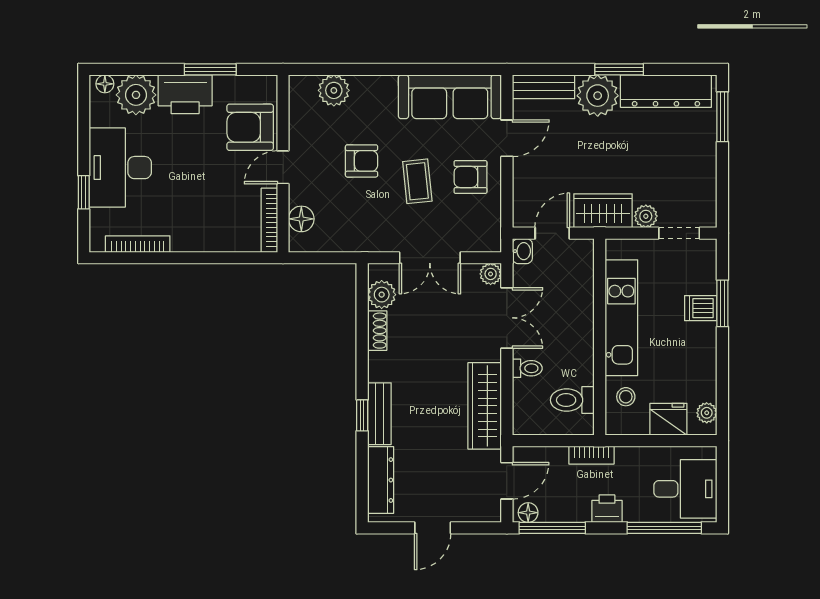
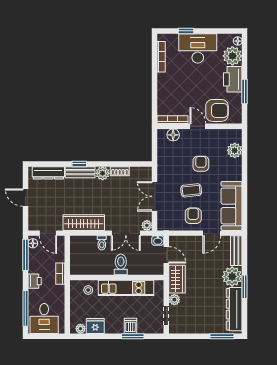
armchair: (250, 127) -> (217, 110), turned 90
door: (507, 138) -> (212, 233), hinge flipped
armchair: (362, 161) -> (201, 164), turned 180
plant: (382, 295) -> (103, 173), moved
toilet: (572, 400) -> (121, 264), moved
fridge: (668, 419) -> (95, 326), moved, turned -90

